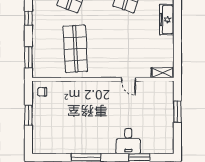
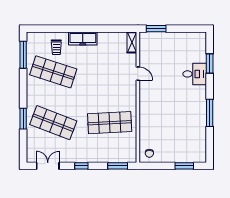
door: (129, 79) -> (138, 74), hinge flipped
window: (177, 112) -> (156, 29), moved
window: (28, 115) -> (184, 166), moved

